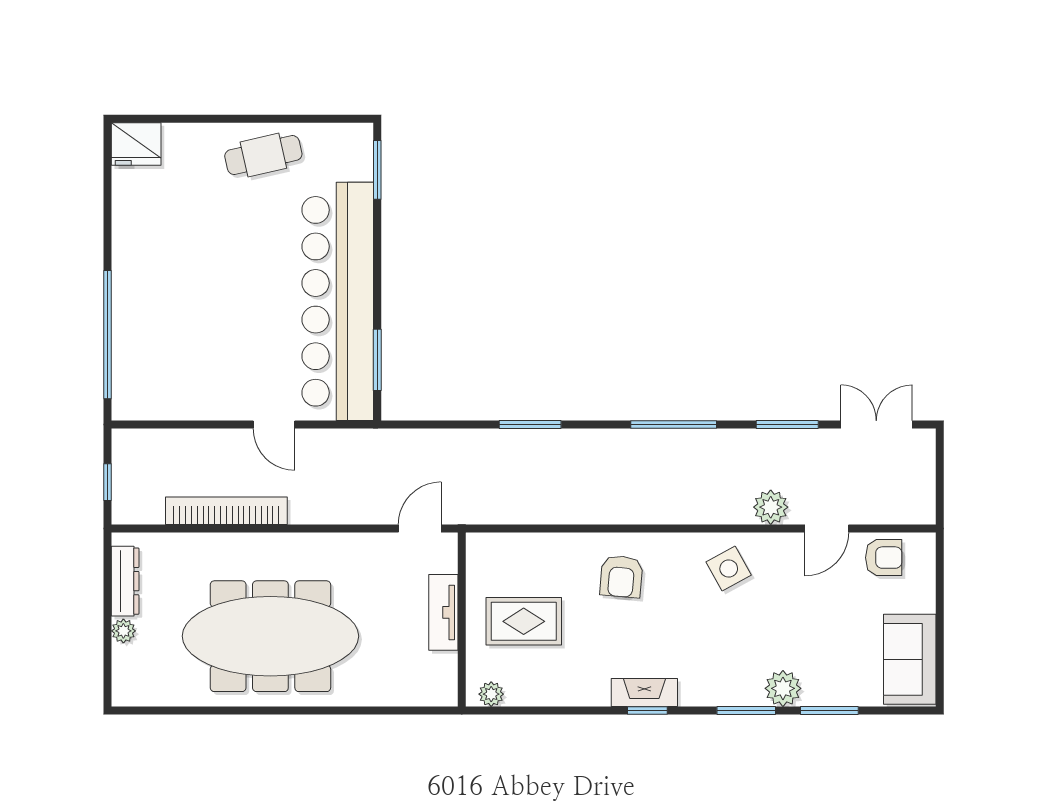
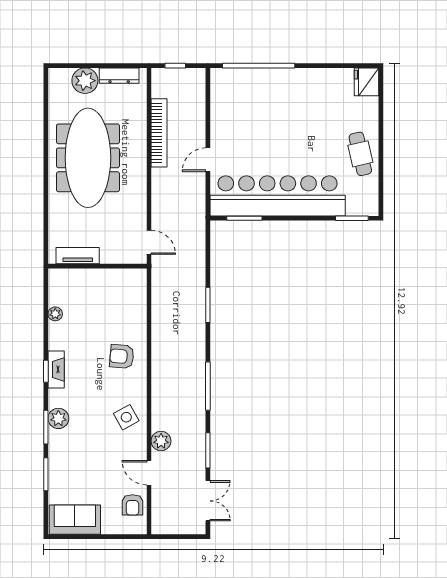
tv unit: (443, 612) -> (78, 256), moved
rug: (524, 621) -> (96, 301), removed
plant: (123, 631) -> (85, 81), width x1.87, depth x1.87
plant: (783, 688) -> (58, 418), moved
plant: (491, 694) -> (55, 314), moved

